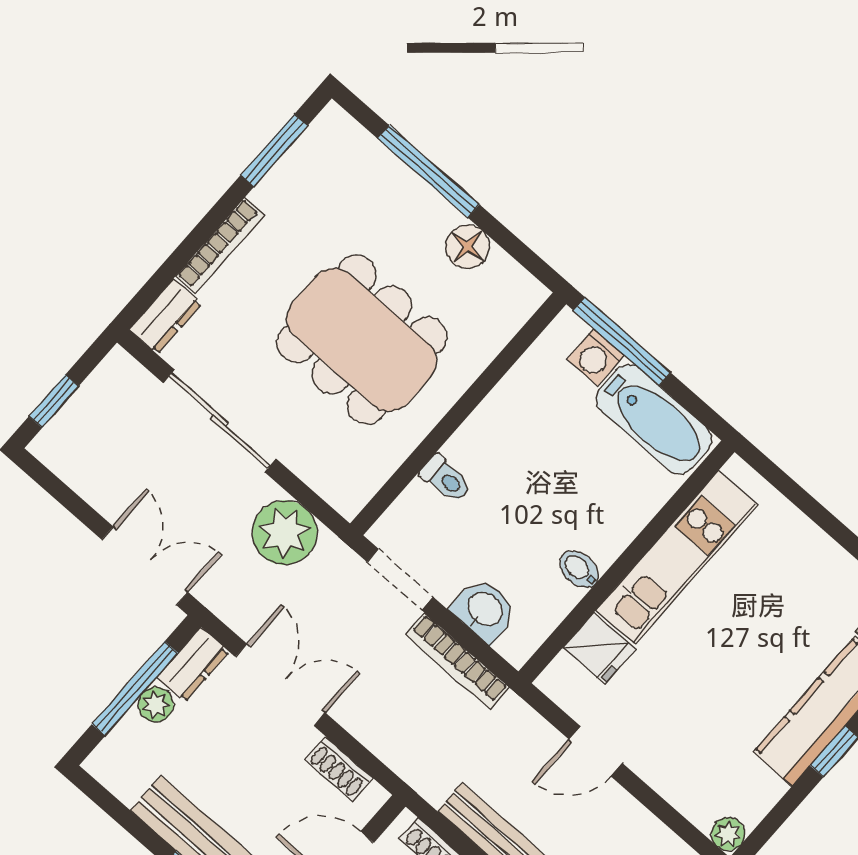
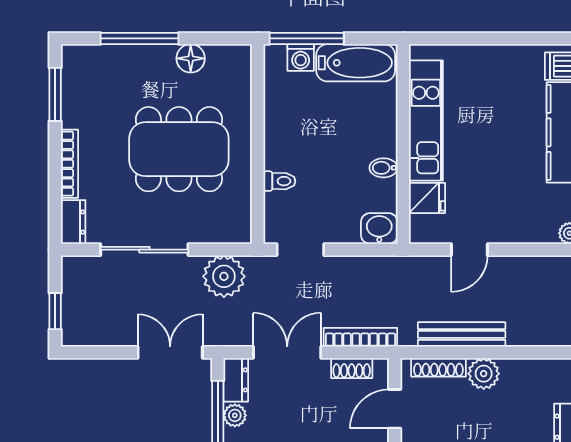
washbasin: (484, 610) -> (379, 228), moved
bookcase: (457, 661) -> (360, 337), moved, turned 180

